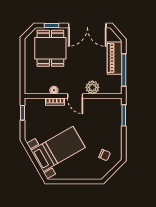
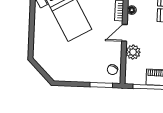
chair: (105, 155) -> (112, 70), moved

